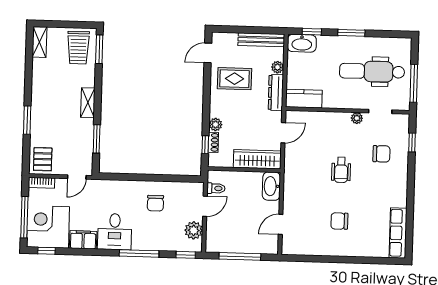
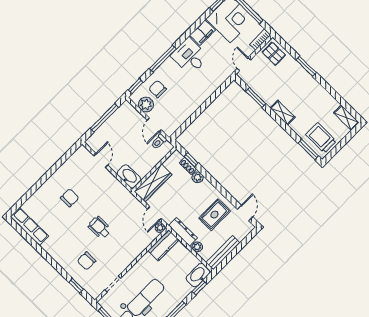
plant: (357, 118) -> (160, 228), moved
chair: (155, 203) -> (158, 89), moved

